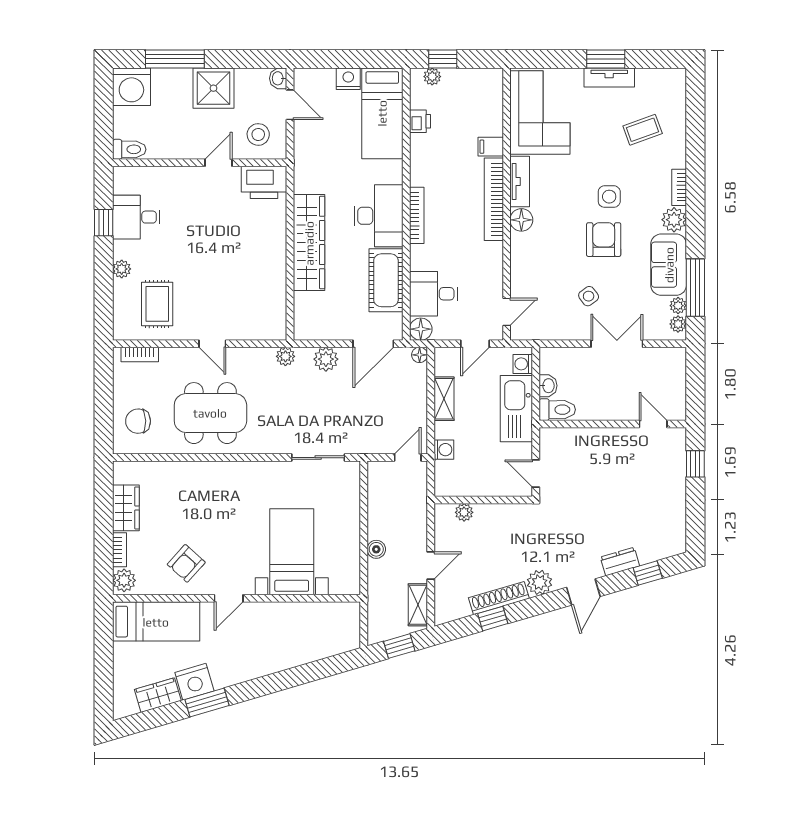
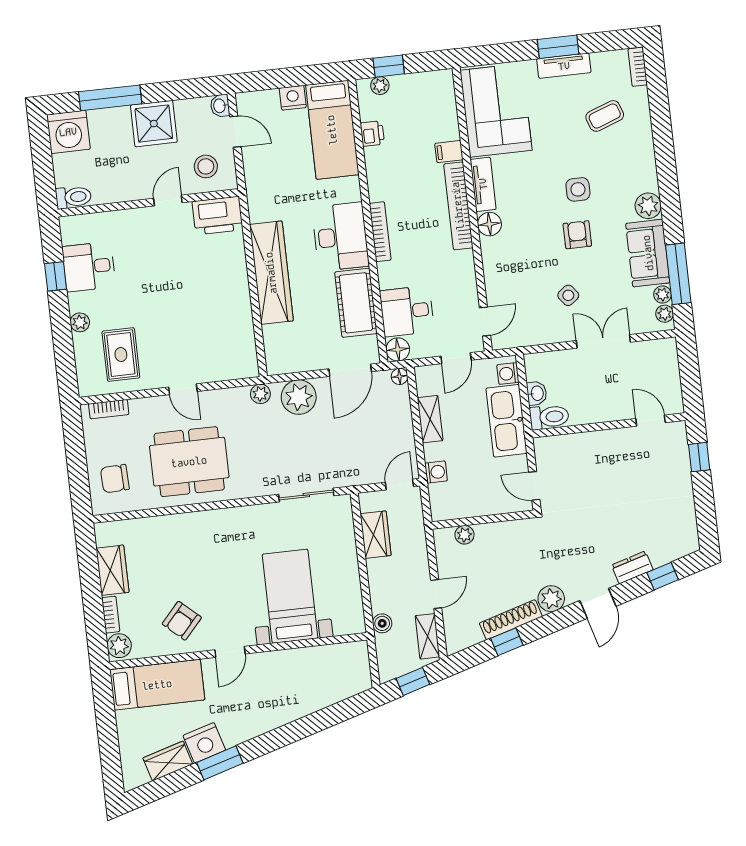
bookcase: (679, 187) -> (638, 67), moved
armchair: (604, 240) -> (577, 235), width x0.72, depth x0.72
plant: (326, 359) -> (299, 397), width x1.36, depth x1.36
wardrobe: (380, 503) -> (376, 535), added
boiler: (376, 549) -> (382, 623), moved

